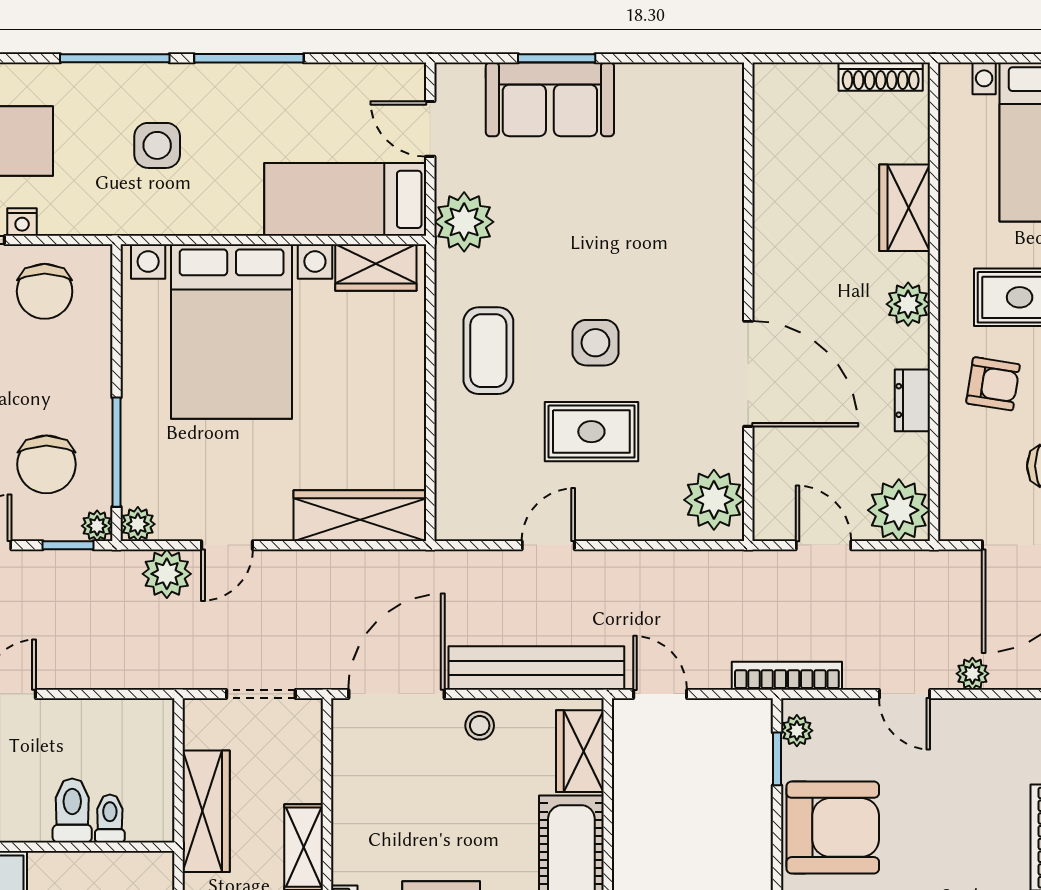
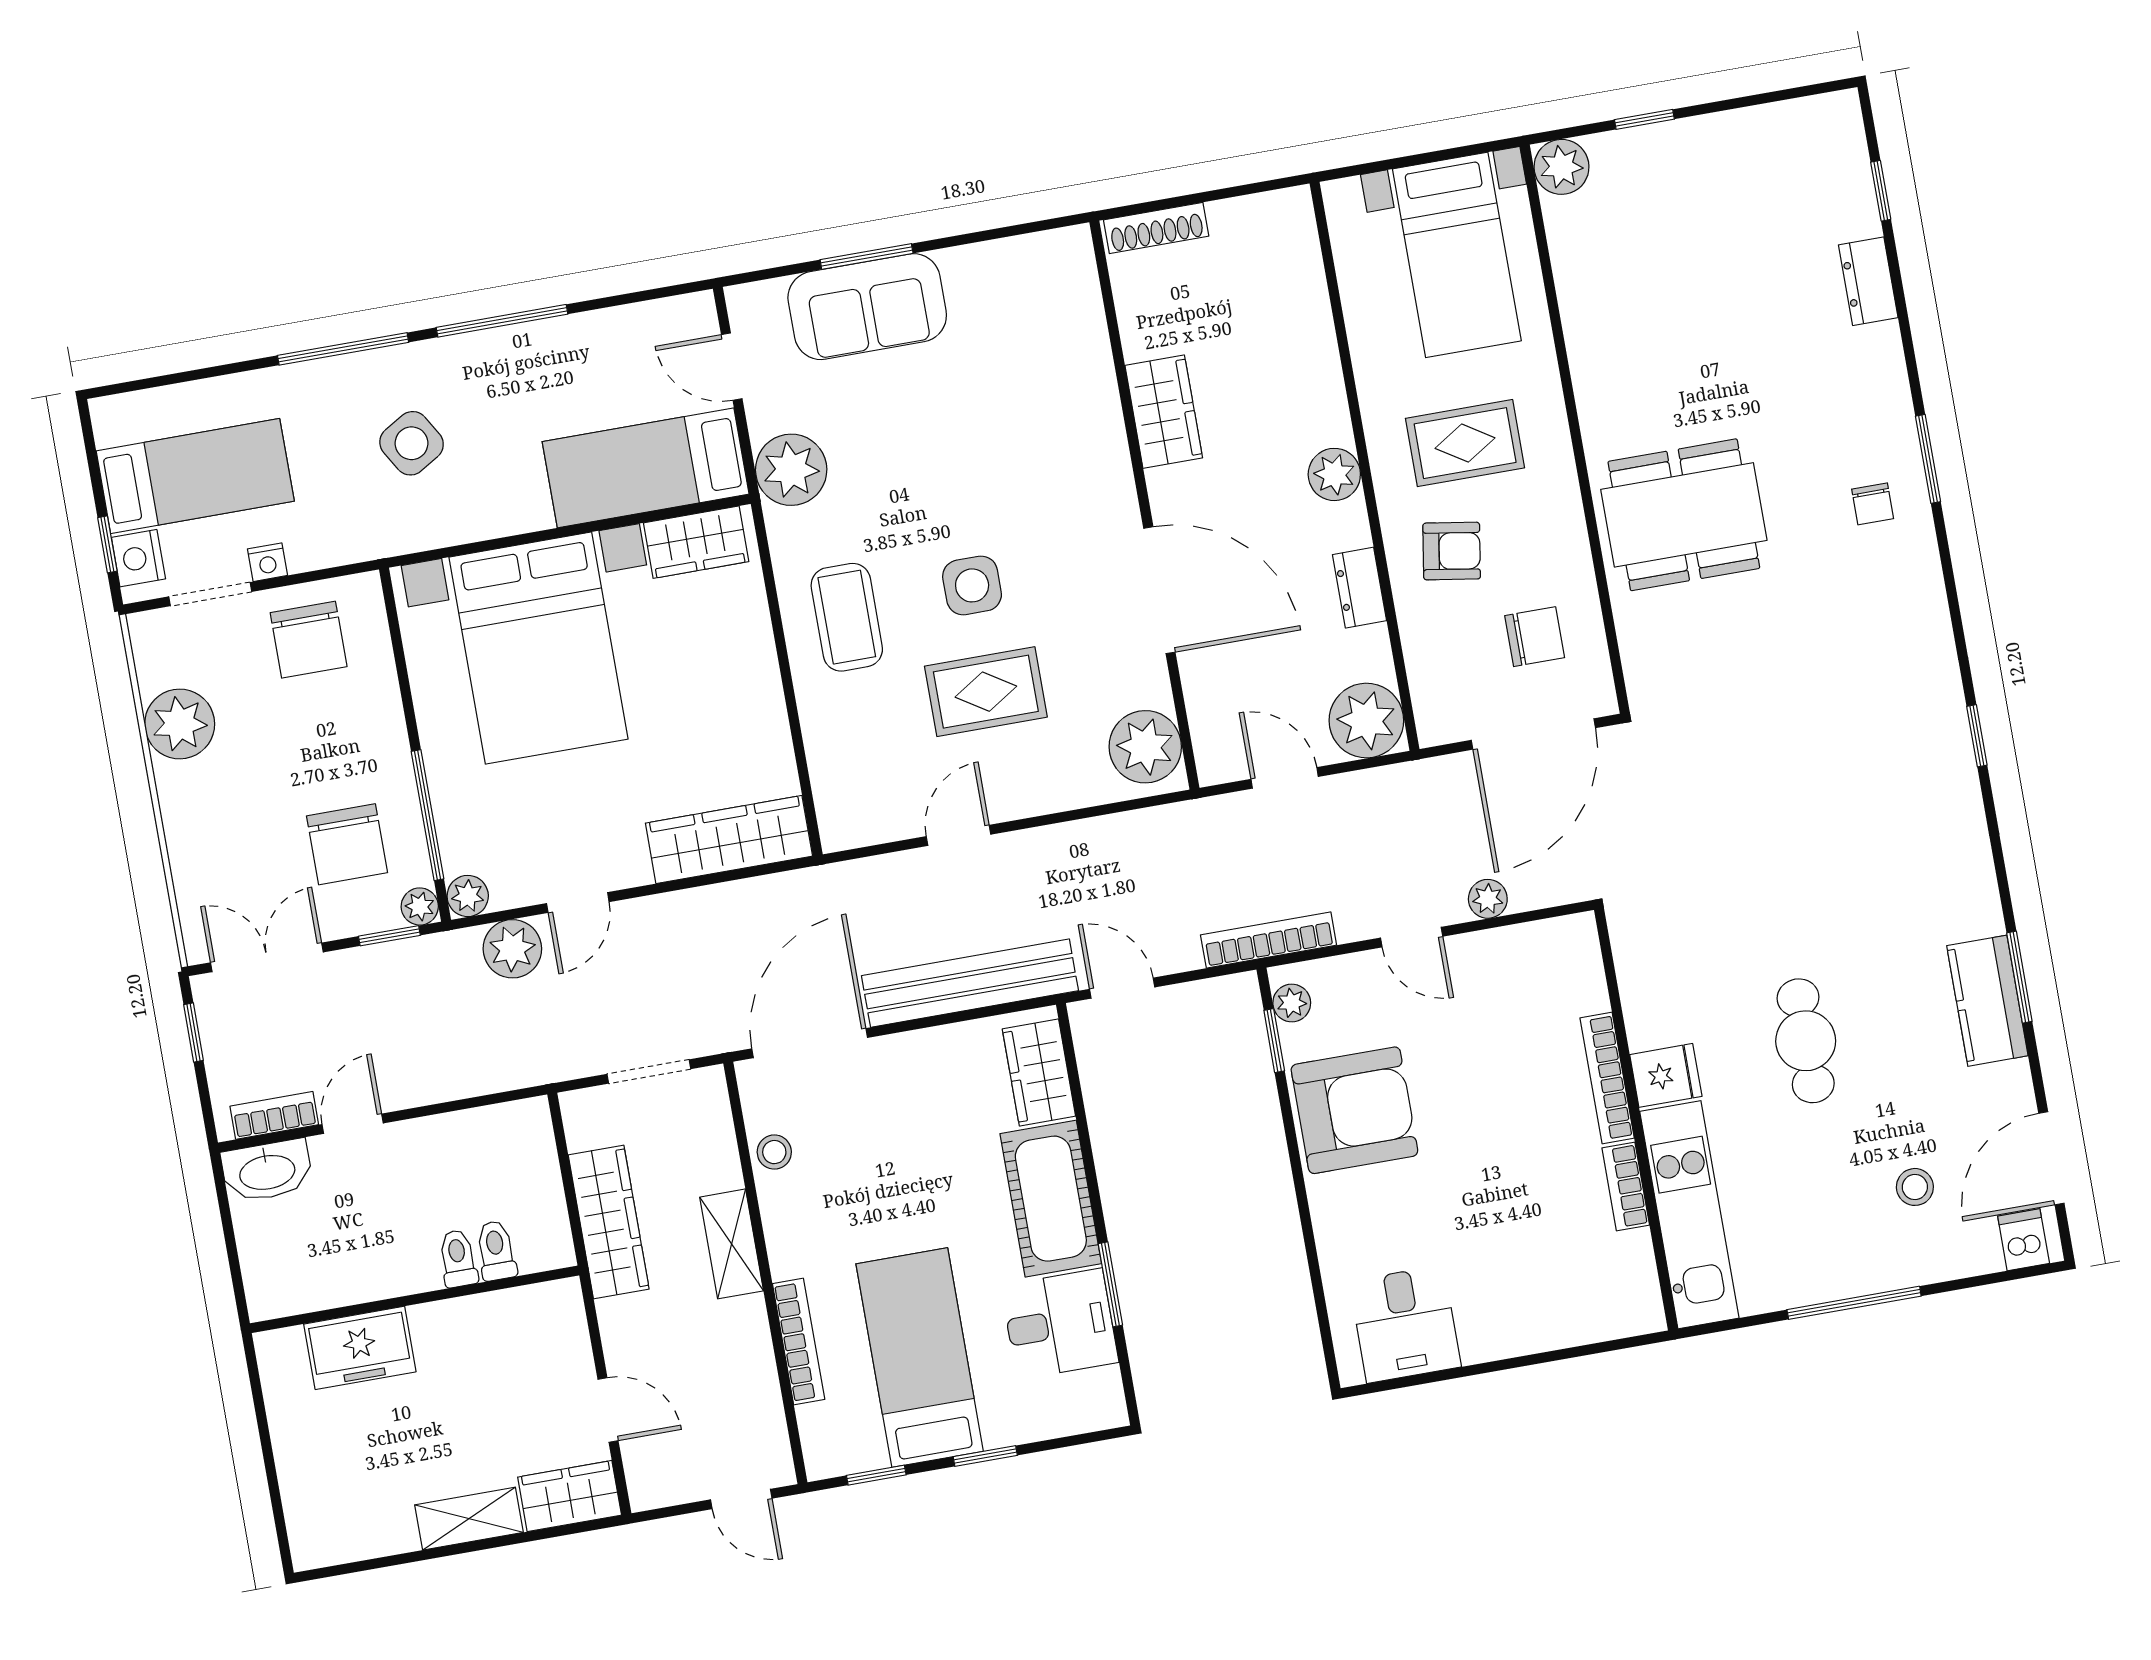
shoe rack: (881, 77) -> (1156, 228), moved
side table: (157, 145) -> (412, 443), turned -31
wardrobe: (905, 208) -> (1164, 412), moved, turned 180
stool: (480, 726) -> (774, 1152), moved
toilet: (72, 810) -> (458, 1258), width x0.73, depth x0.72

